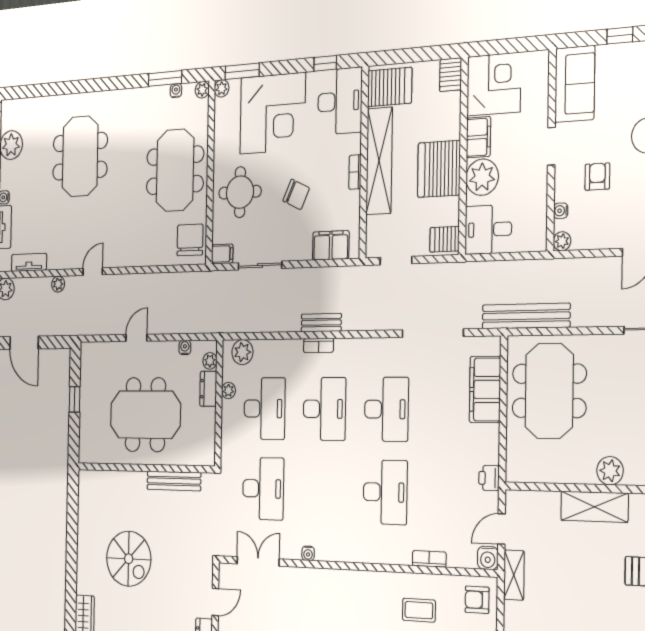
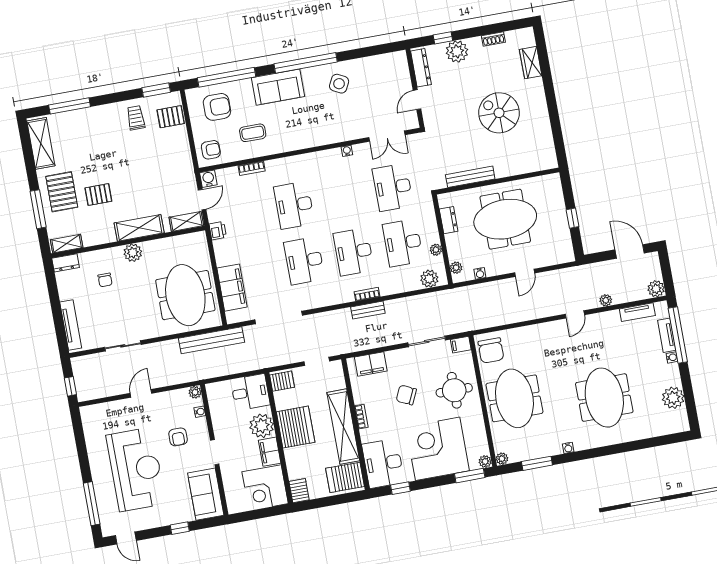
water cooler: (176, 91) -> (568, 448), moved
dresser: (208, 389) -> (449, 220), moved
shelving: (514, 575) -> (186, 221), moved, turned 90

